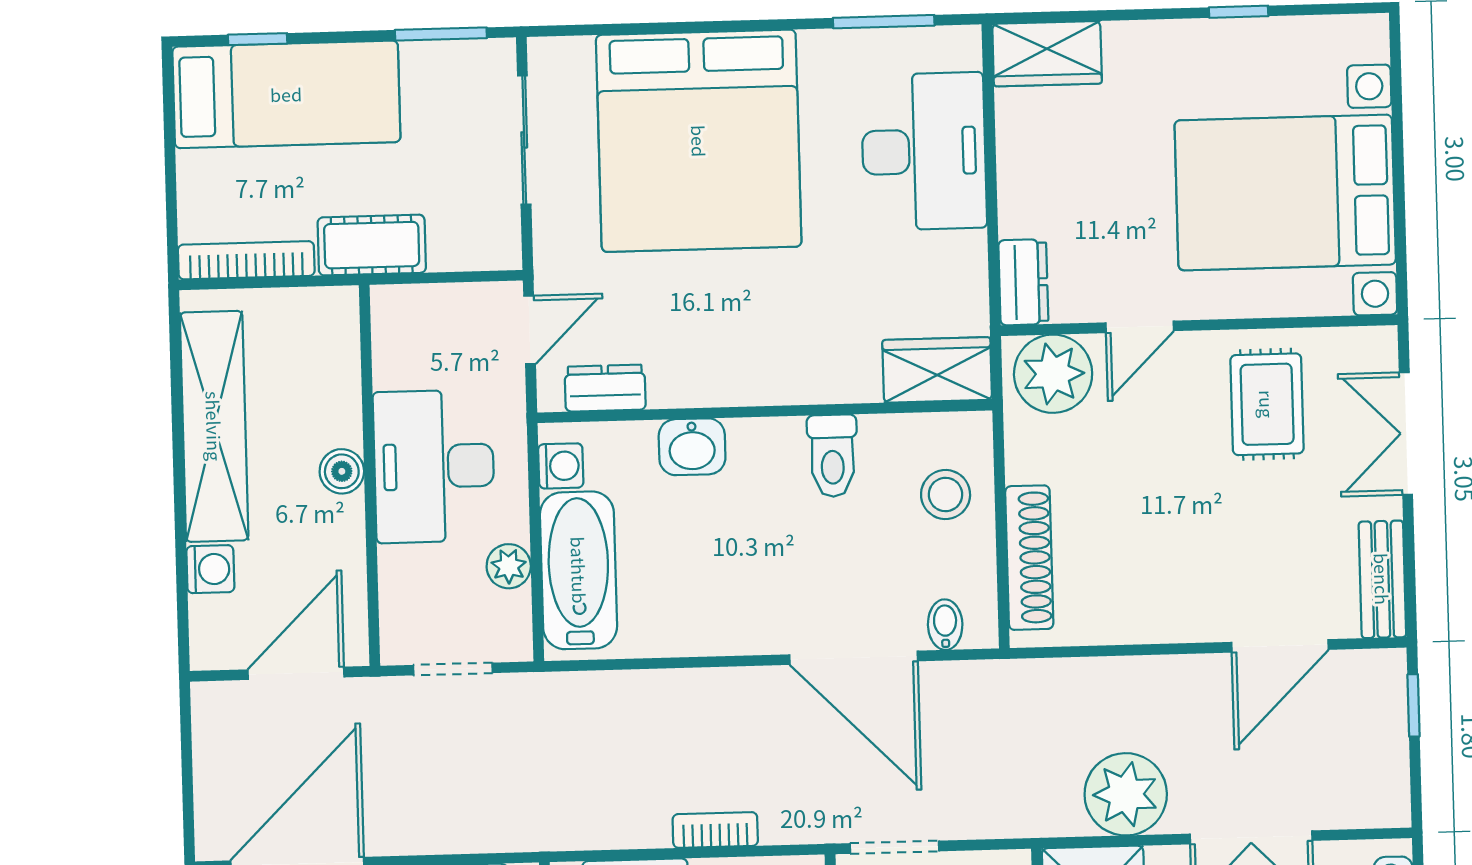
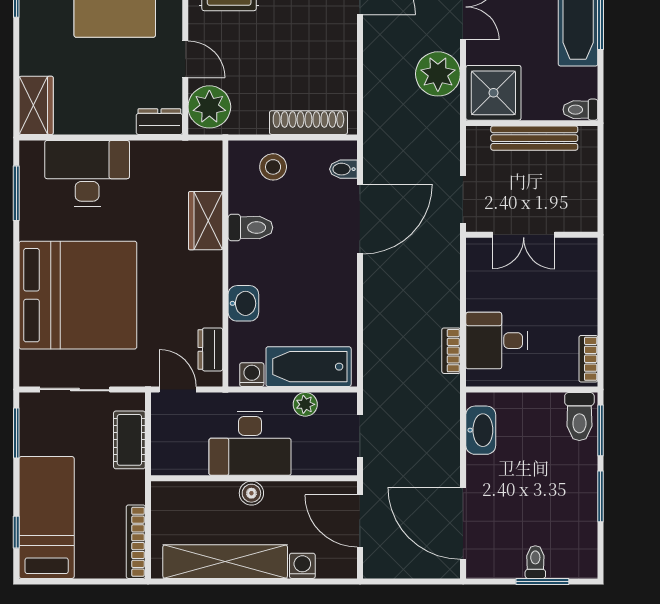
cot: (372, 245) -> (129, 440), moved
wardrobe: (937, 370) -> (206, 221), moved
bookcase: (715, 830) -> (451, 351), moved

